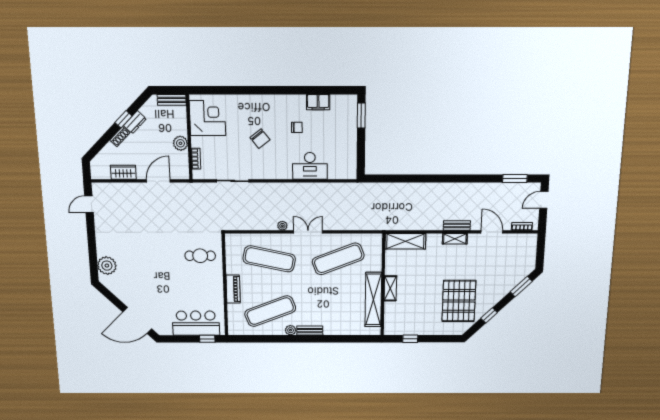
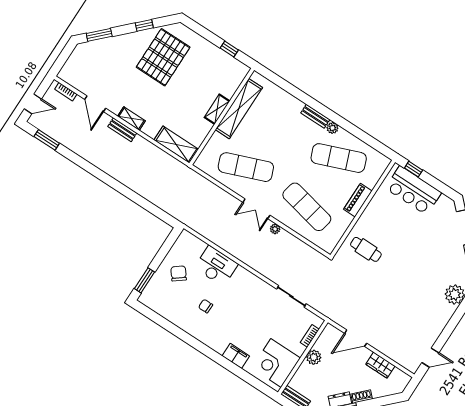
filing cabinet: (318, 102) -> (236, 356), moved
chair: (260, 139) -> (179, 273), moved

